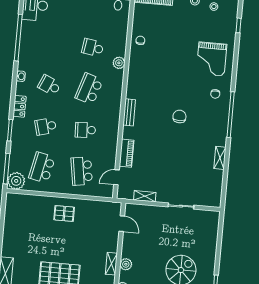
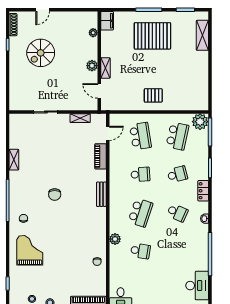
shelving: (111, 264) -> (105, 68), moved
plant: (126, 264) -> (92, 66), moved

